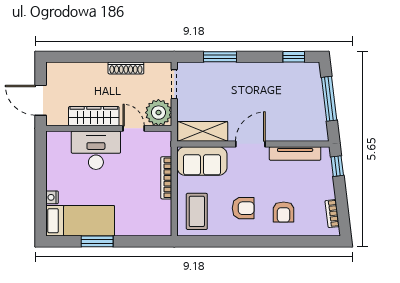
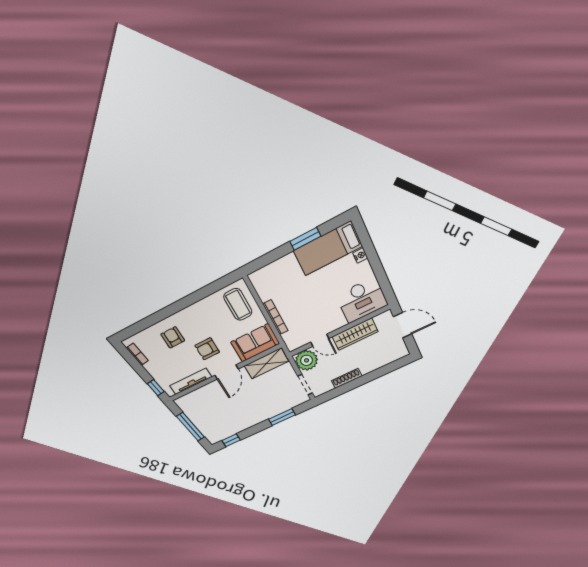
desk: (96, 150) -> (362, 300), moved
armchair: (243, 208) -> (207, 349), moved

